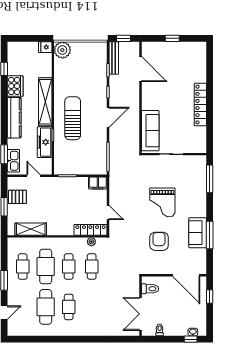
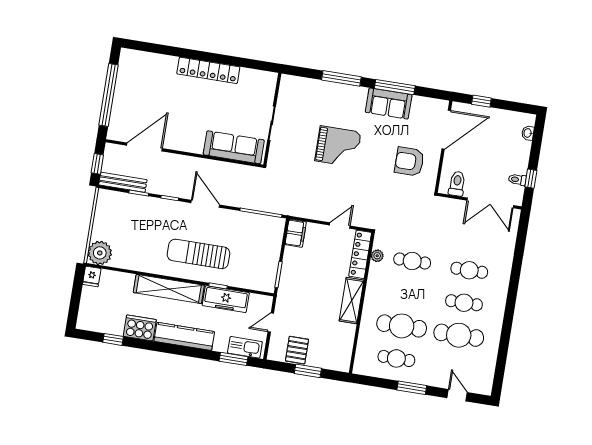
window: (172, 38) -> (108, 95), width x3.17
window: (210, 179) -> (341, 78), moved
shelving: (31, 229) -> (352, 301), moved
armchair: (159, 241) -> (409, 162), moved
cafe table: (69, 266) -> (469, 270), moved
window: (191, 339) -> (531, 179), moved

